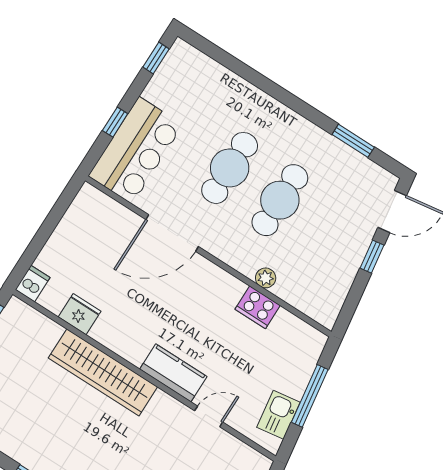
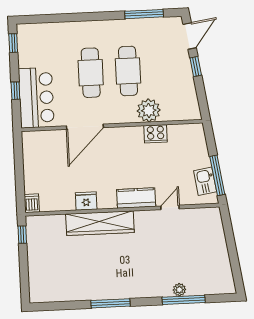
window: (353, 141) -> (144, 14), width x1.44
plant: (266, 278) -> (149, 110), width x1.88, depth x1.88
fridge: (80, 314) -> (86, 201), moved
window: (310, 396) -> (217, 175), moved

